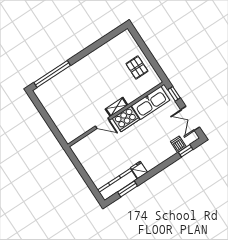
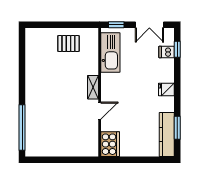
cooker: (126, 119) -> (110, 144), moved
fridge: (139, 170) -> (166, 89), moved

